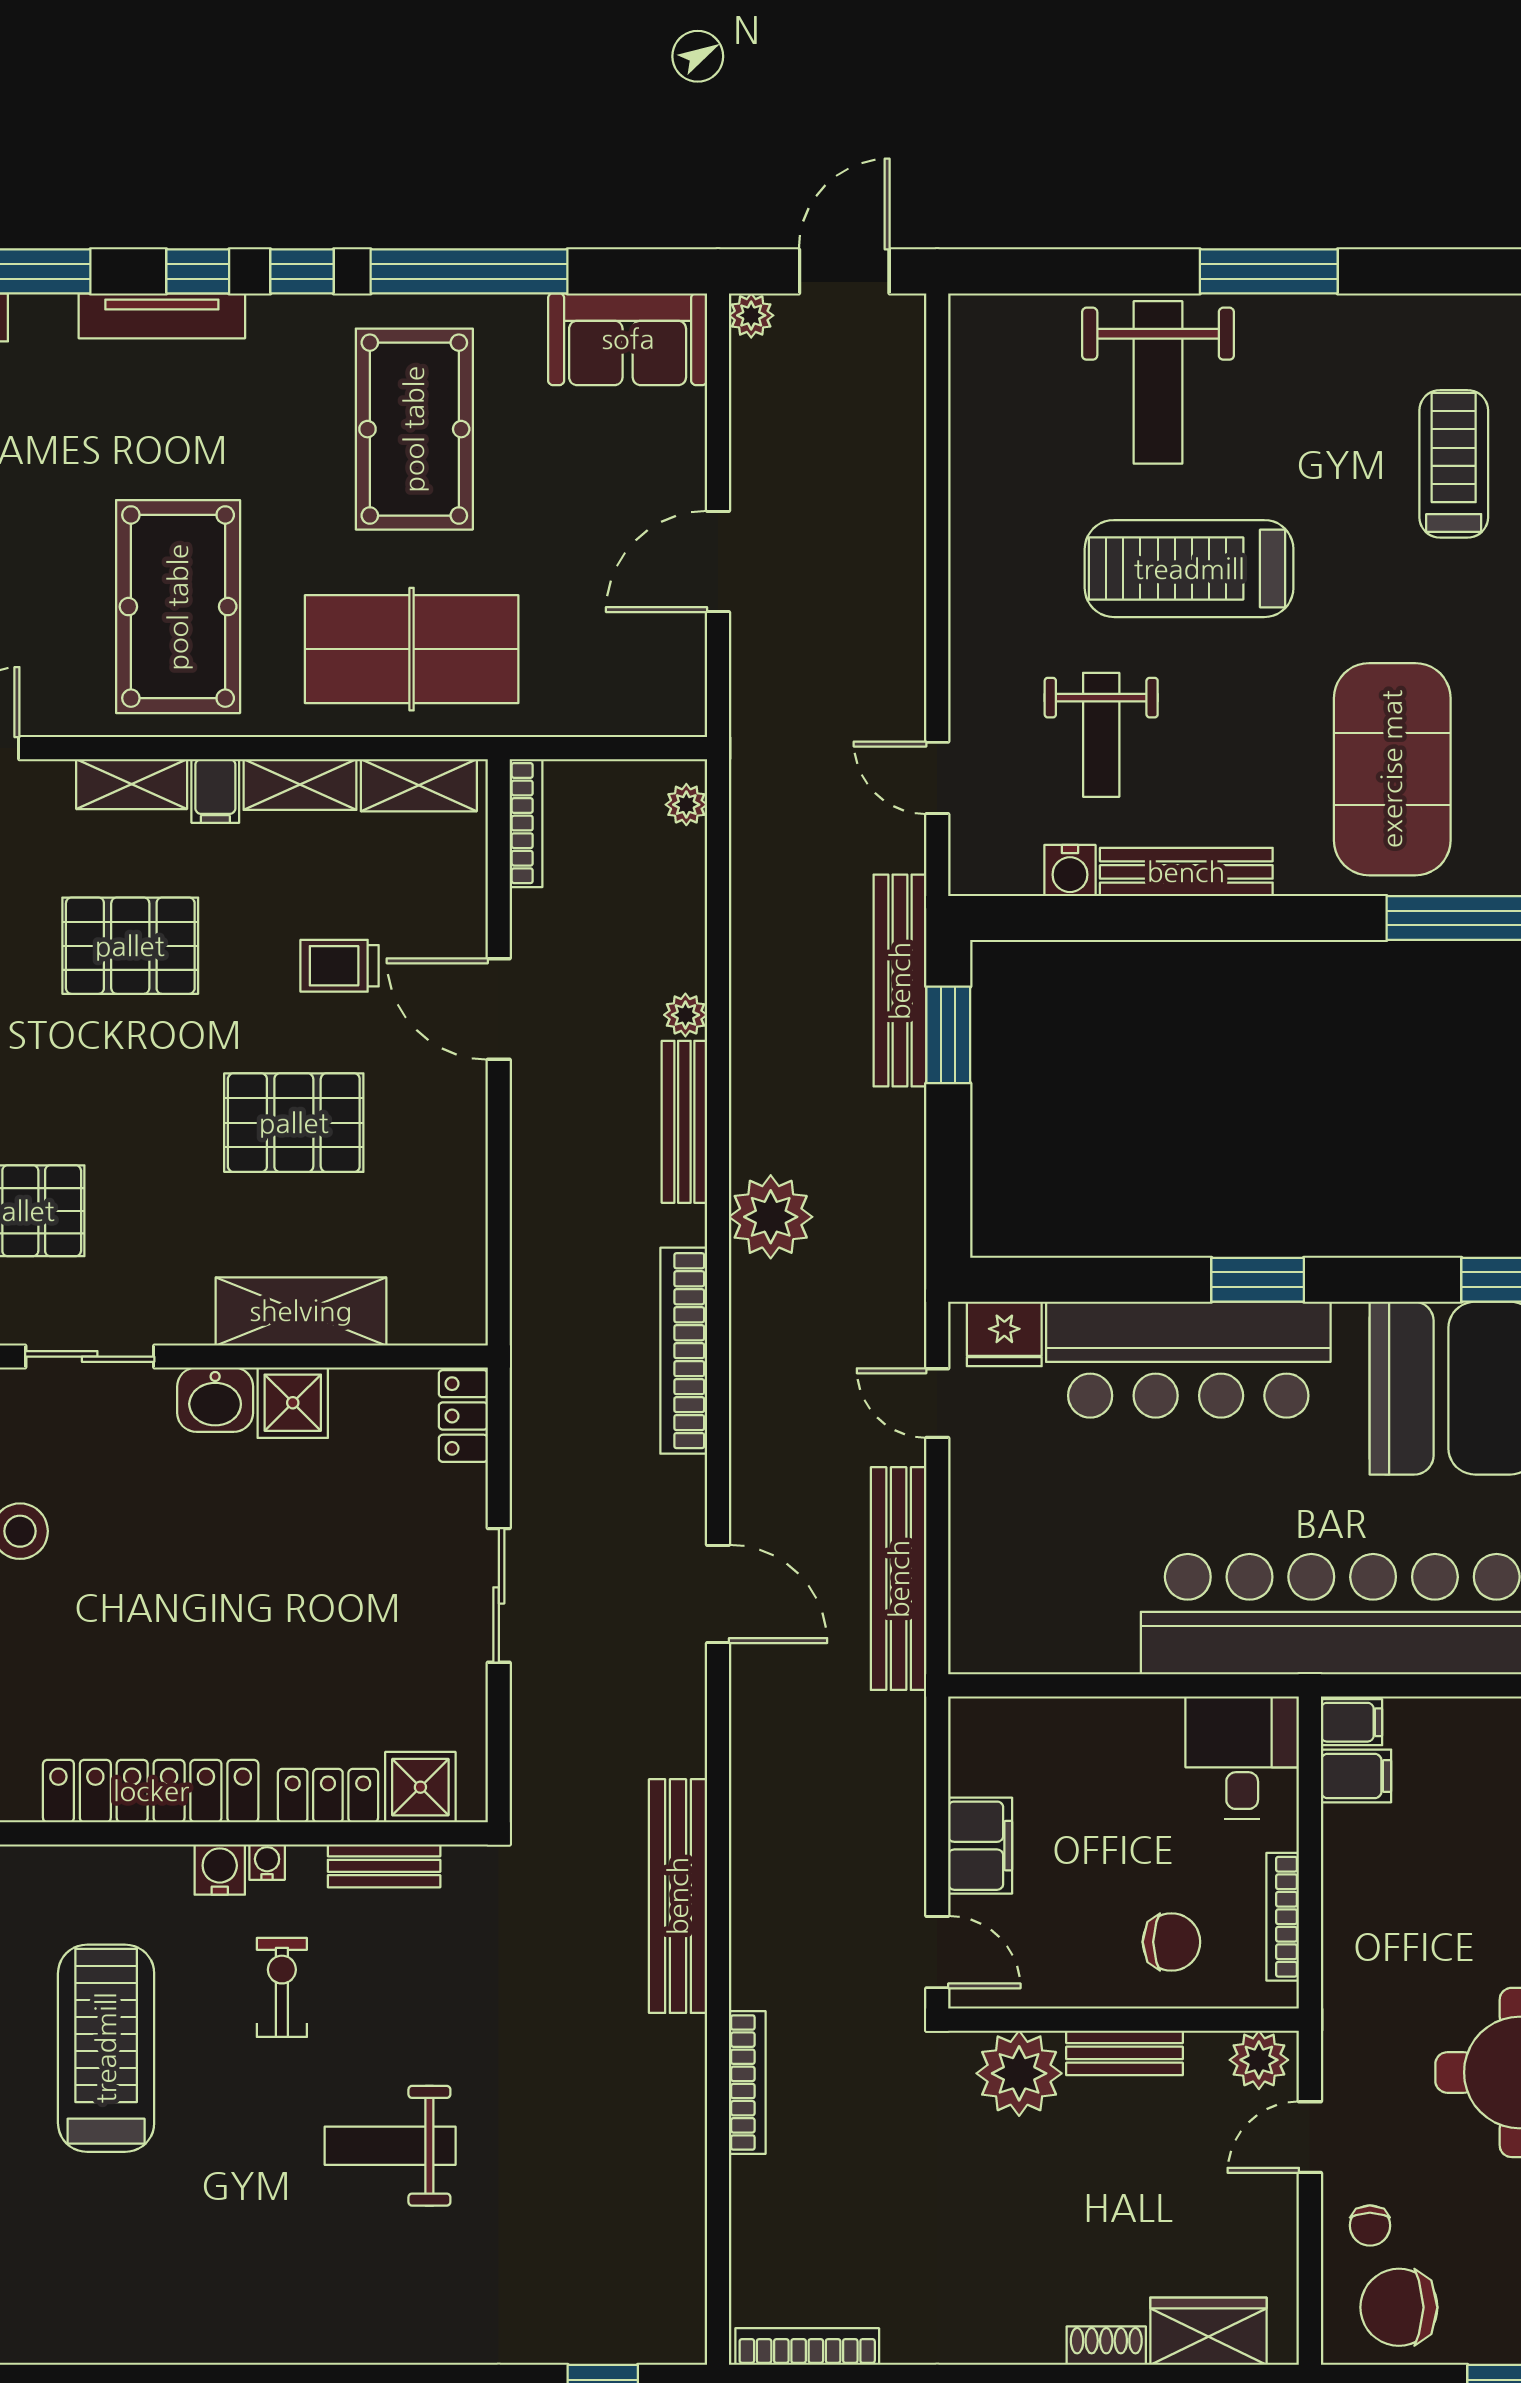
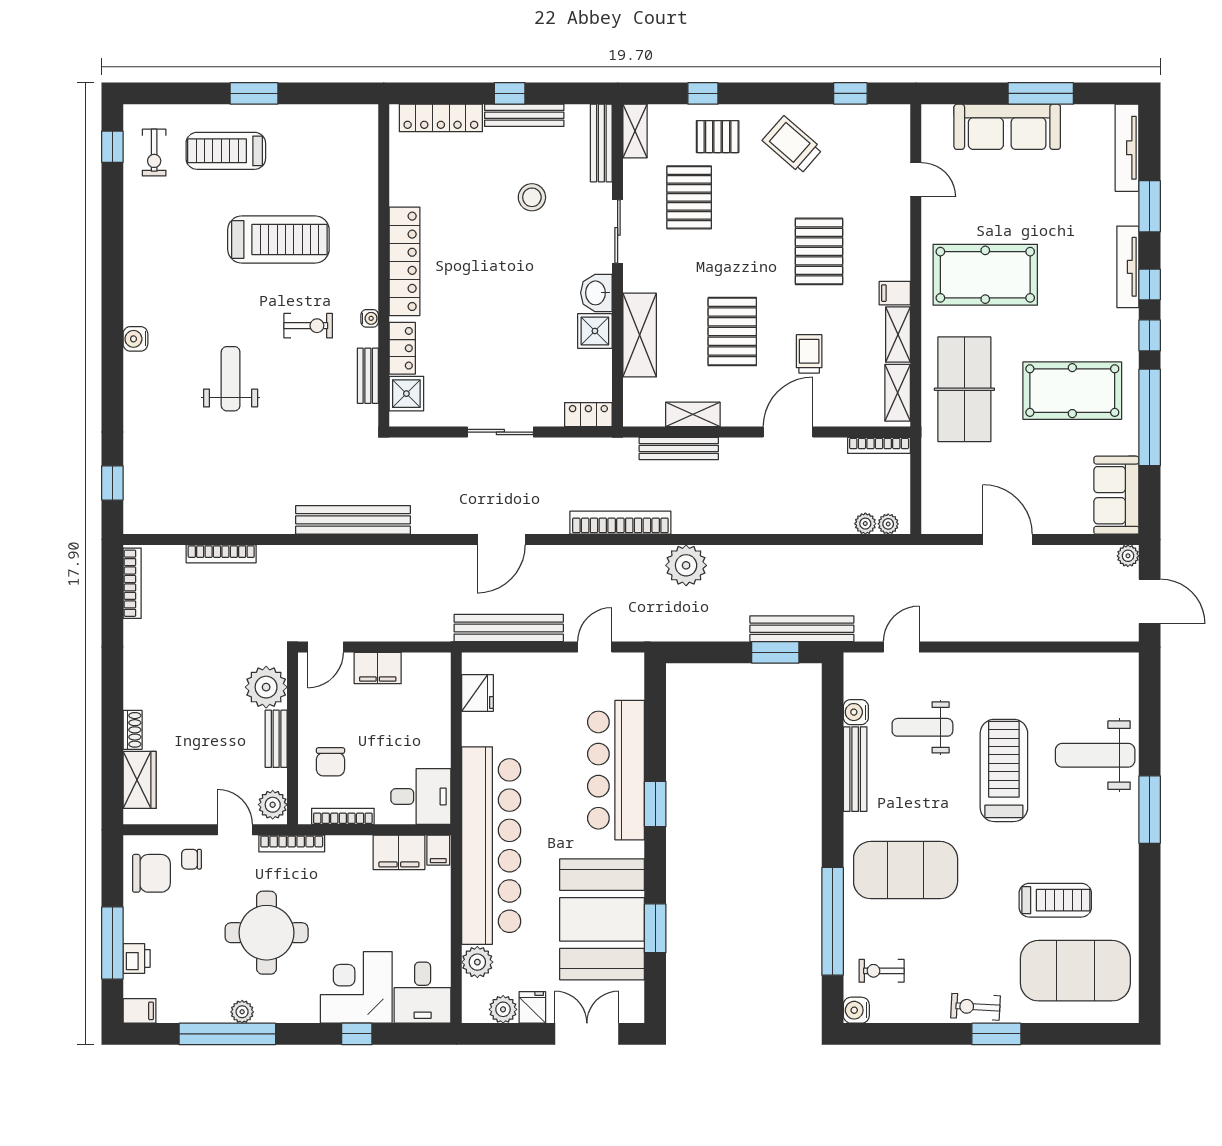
shelving: (132, 784) -> (693, 414), moved, turned 90
plant: (685, 1015) -> (865, 524), moved
bench: (684, 1122) -> (679, 448), moved
fridge: (1004, 1334) -> (477, 693), moved, turned 180
filing cabinet: (1356, 1776) -> (399, 852), width x2.00
water cooler: (220, 1869) -> (135, 339), moved, turned 180
bookcase: (1338, 2021) -> (292, 844), added
bookcase: (747, 2082) -> (221, 554), moved
chair: (1399, 2307) -> (151, 873), turned 90

